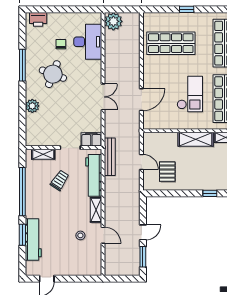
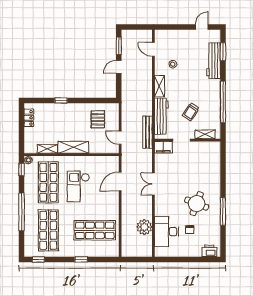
plant: (113, 21) -> (144, 227), moved
plant: (32, 106) -> (214, 176), removed
door: (141, 162) -> (120, 138), moved
window: (22, 235) -> (223, 52), moved
door: (103, 235) -> (153, 49), moved

